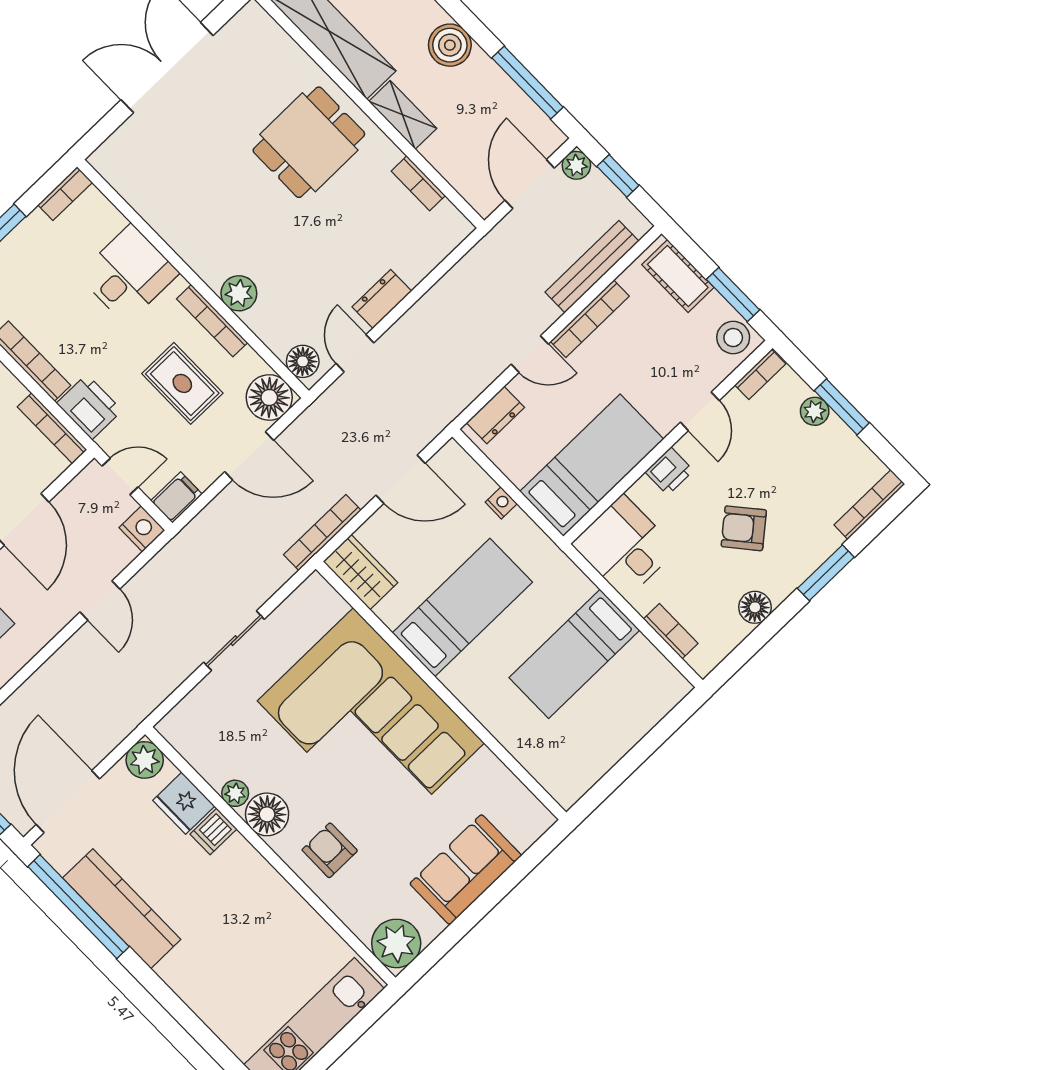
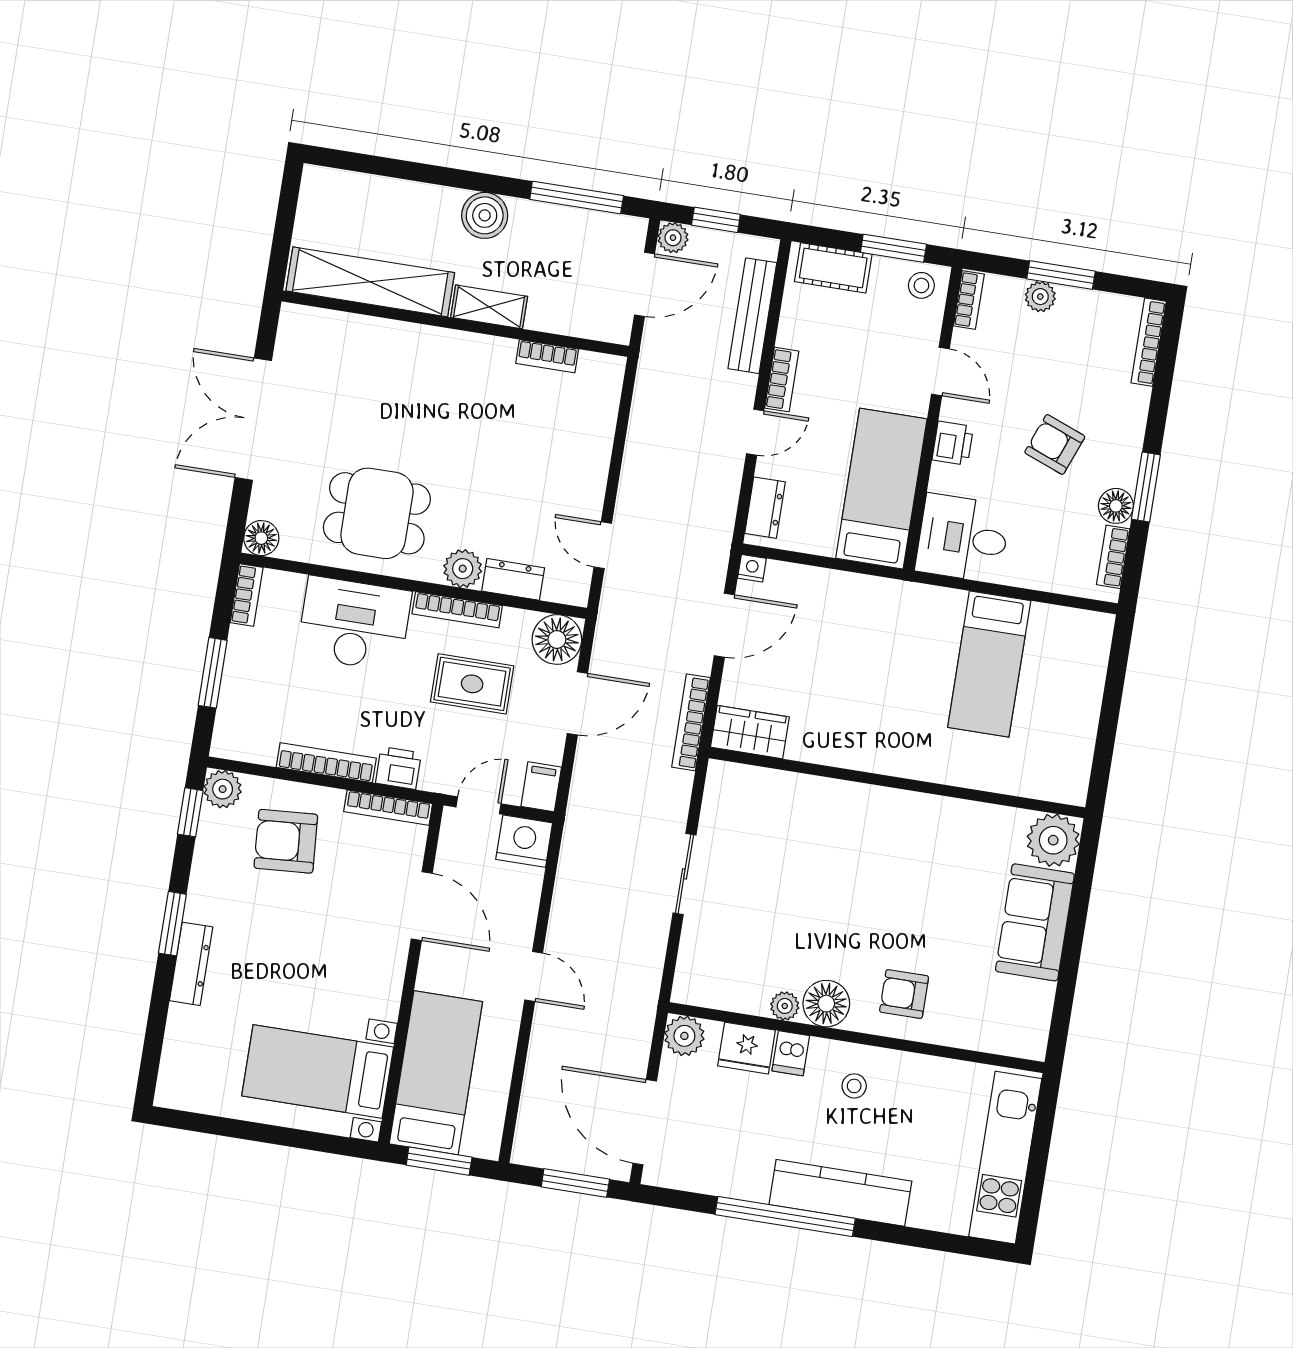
dining table: (309, 142) -> (377, 513), moved, turned 90
door: (530, 184) -> (644, 284), swing flipped
desk: (128, 274) -> (354, 624), width x1.37
dresser: (382, 299) -> (513, 579), moved, turned 90
bookcase: (590, 319) -> (782, 380), width x0.64
stool: (733, 338) -> (921, 285), width x0.73, depth x0.73
floor lamp: (303, 361) -> (261, 538), moved
printer: (89, 407) -> (398, 768), width x0.73, depth x0.81
nightstand: (501, 503) -> (752, 568), moved
armchair: (744, 528) -> (1055, 444), turned 61
nightstand: (142, 529) -> (524, 841), width x1.36, depth x1.33
window: (826, 573) -> (1146, 487), moved
door: (100, 601) -> (534, 977), moved
bed: (462, 607) -> (861, 696), removed
bookcase: (671, 631) -> (1113, 557), moved, turned -90
corner sofa: (371, 722) -> (856, 856), removed
stool: (242, 891) -> (854, 1086), added
window: (78, 907) -> (785, 1217), moved
kitchen counter: (122, 909) -> (840, 1193), moved
plant: (396, 943) -> (1053, 840), moved

